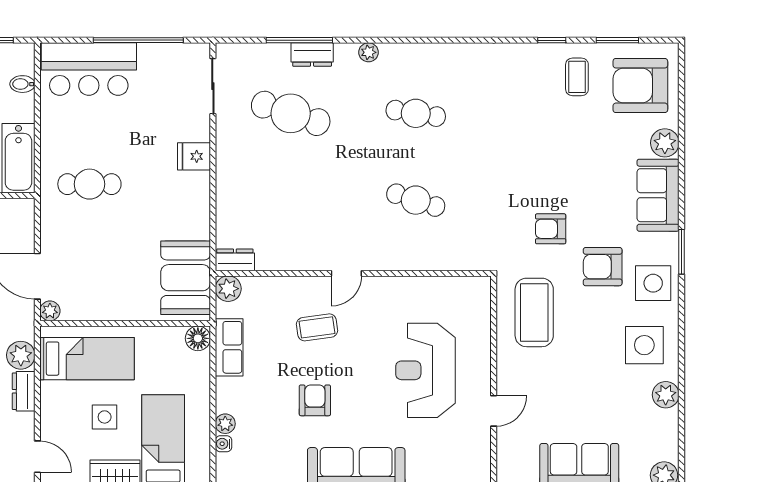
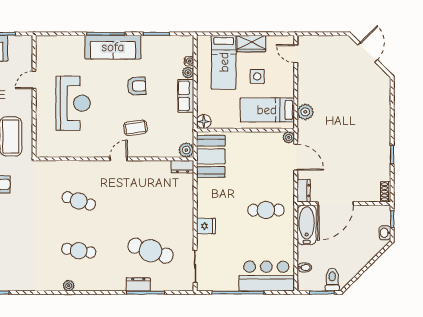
plant: (369, 52) -> (69, 286), moved
row of seats: (229, 347) -> (186, 96), moved
dresser: (24, 391) -> (304, 191), moved
armchair: (315, 400) -> (137, 86), turned -92

